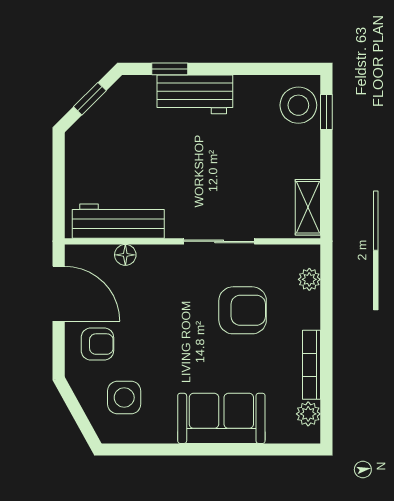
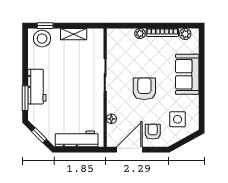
window: (170, 69) -> (25, 98), width x1.50
shelving: (308, 207) -> (74, 34), moved
workbench: (118, 221) -> (77, 139), moved, turned 90
plant: (309, 279) -> (140, 33), moved
armchair: (243, 310) -> (144, 89), moved

